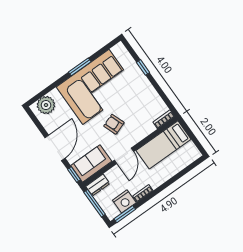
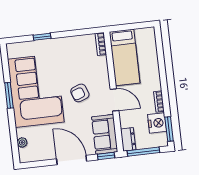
plant: (46, 105) -> (22, 142), width x0.53, depth x0.53

